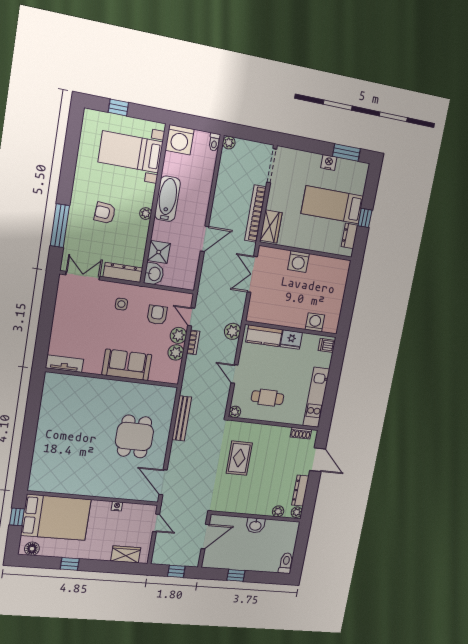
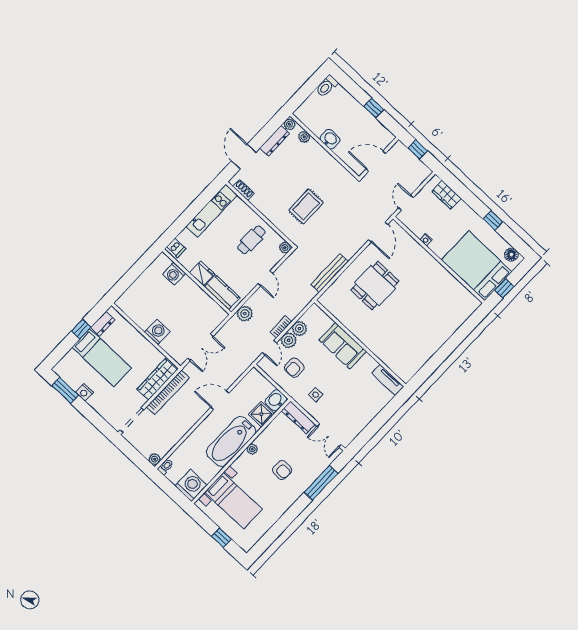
bathtub: (167, 199) -> (231, 441), width x1.36, depth x1.36
wardrobe: (271, 227) -> (157, 379), width x1.50
cafe table: (267, 398) -> (251, 240), turned 90

